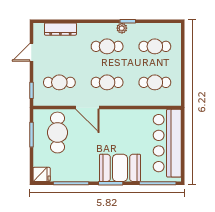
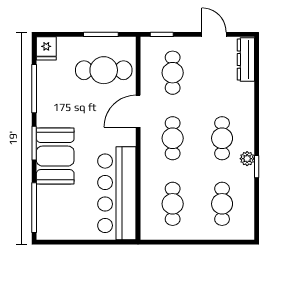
dresser: (60, 29) -> (246, 60), moved
bar counter: (167, 143) -> (117, 193), moved, turned -90

